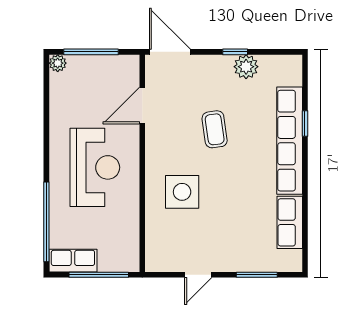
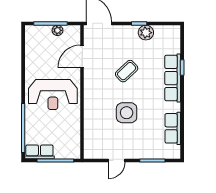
plant: (58, 63) -> (57, 30), moved
coffee table: (215, 129) -> (127, 71), turned 55
row of seats: (290, 141) -> (173, 78), width x0.73
reception desk: (95, 167) -> (53, 95), turned 90
side table: (182, 192) -> (127, 113), moved

